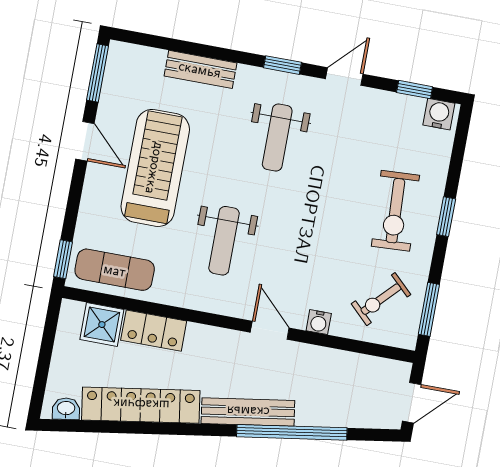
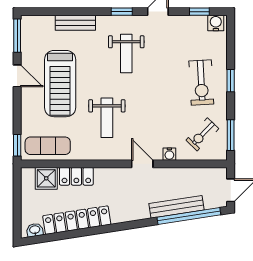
treadmill: (155, 168) -> (60, 84), turned 180
bench: (248, 412) -> (176, 207), moved
window: (292, 432) -> (189, 216), moved

